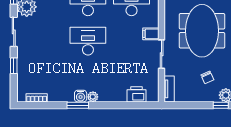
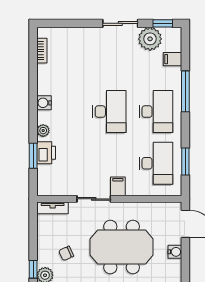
window: (14, 66) -> (80, 23), removed
printer: (137, 94) -> (46, 153), moved
plant: (93, 97) -> (43, 131), moved
window: (78, 105) -> (33, 156), moved

